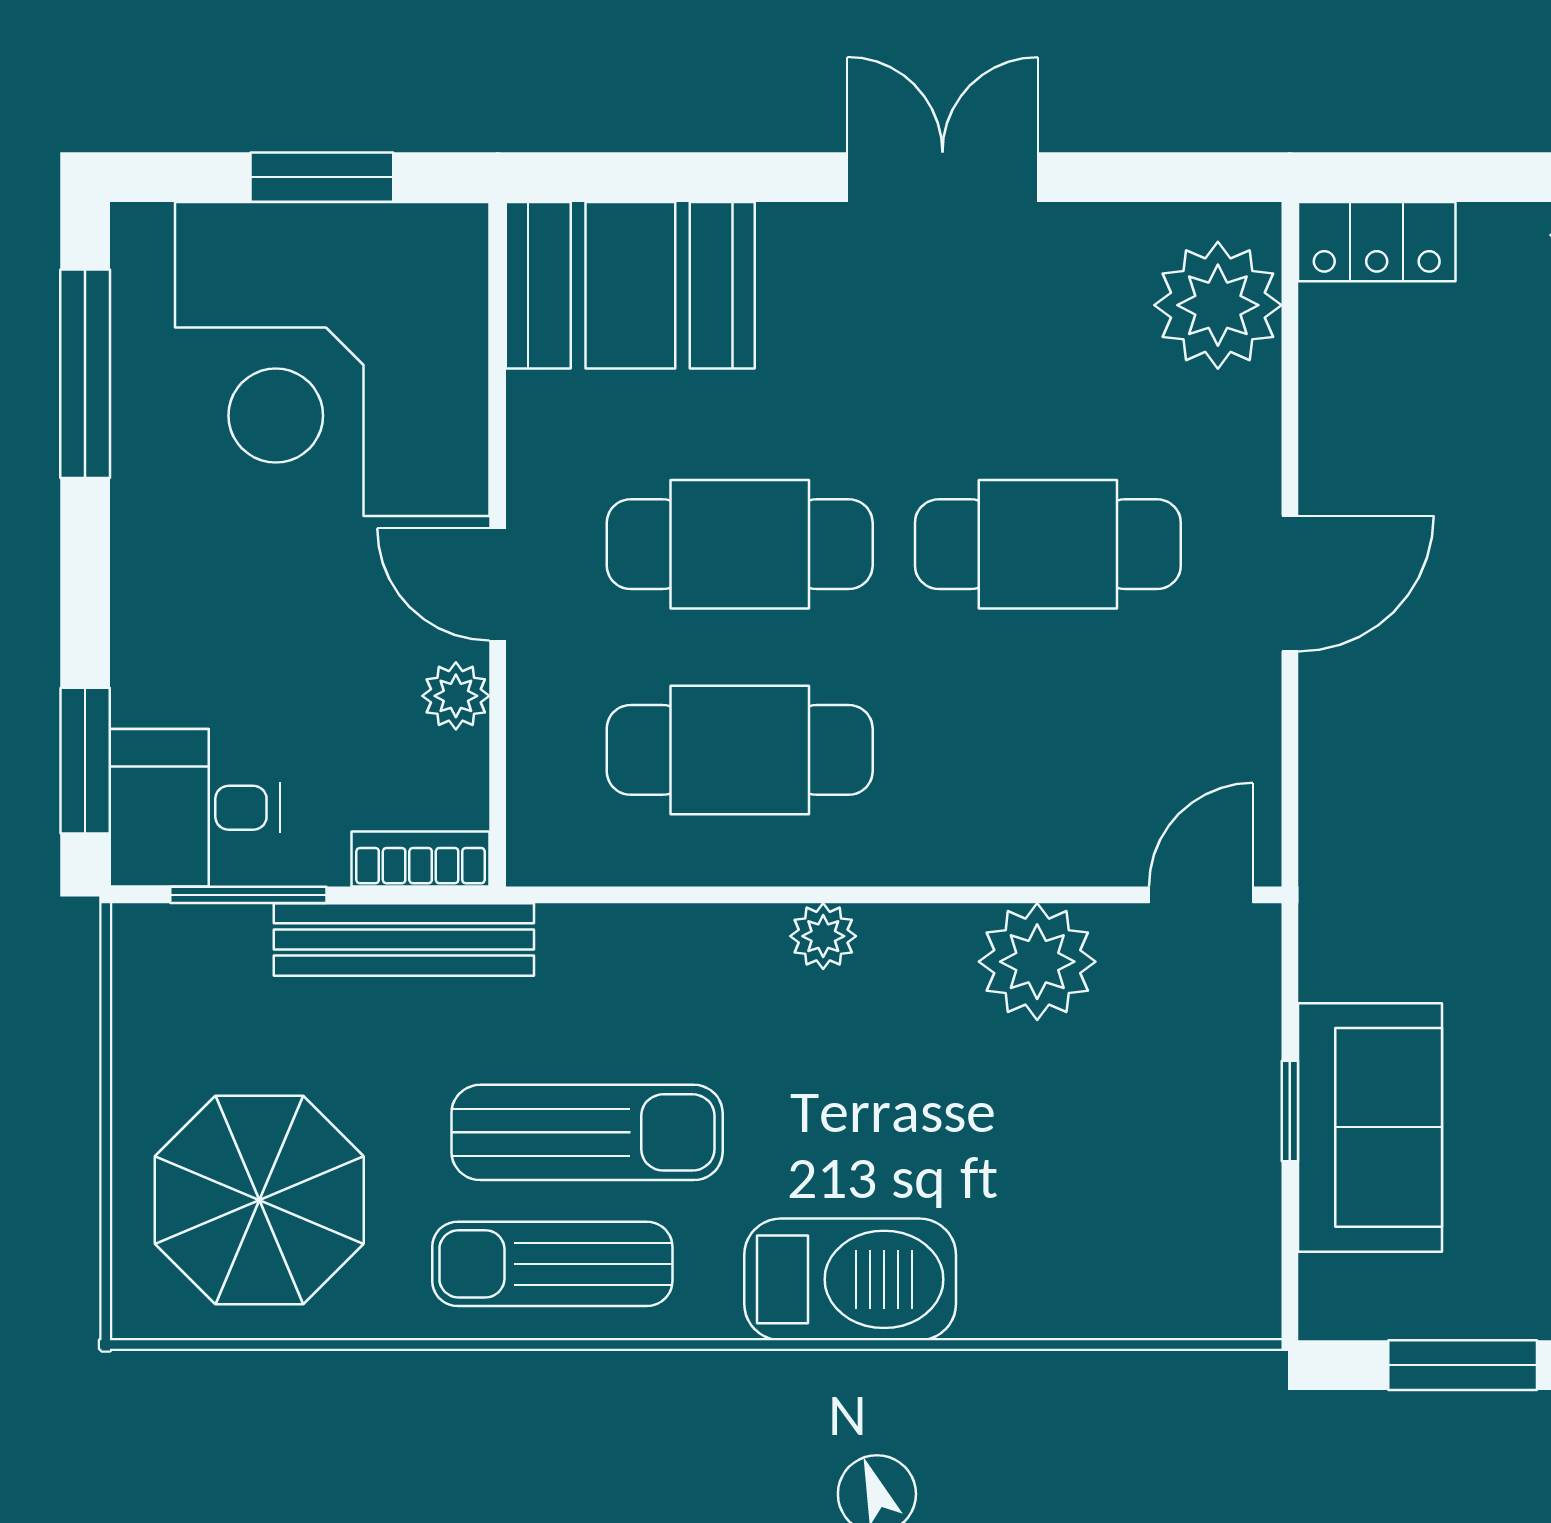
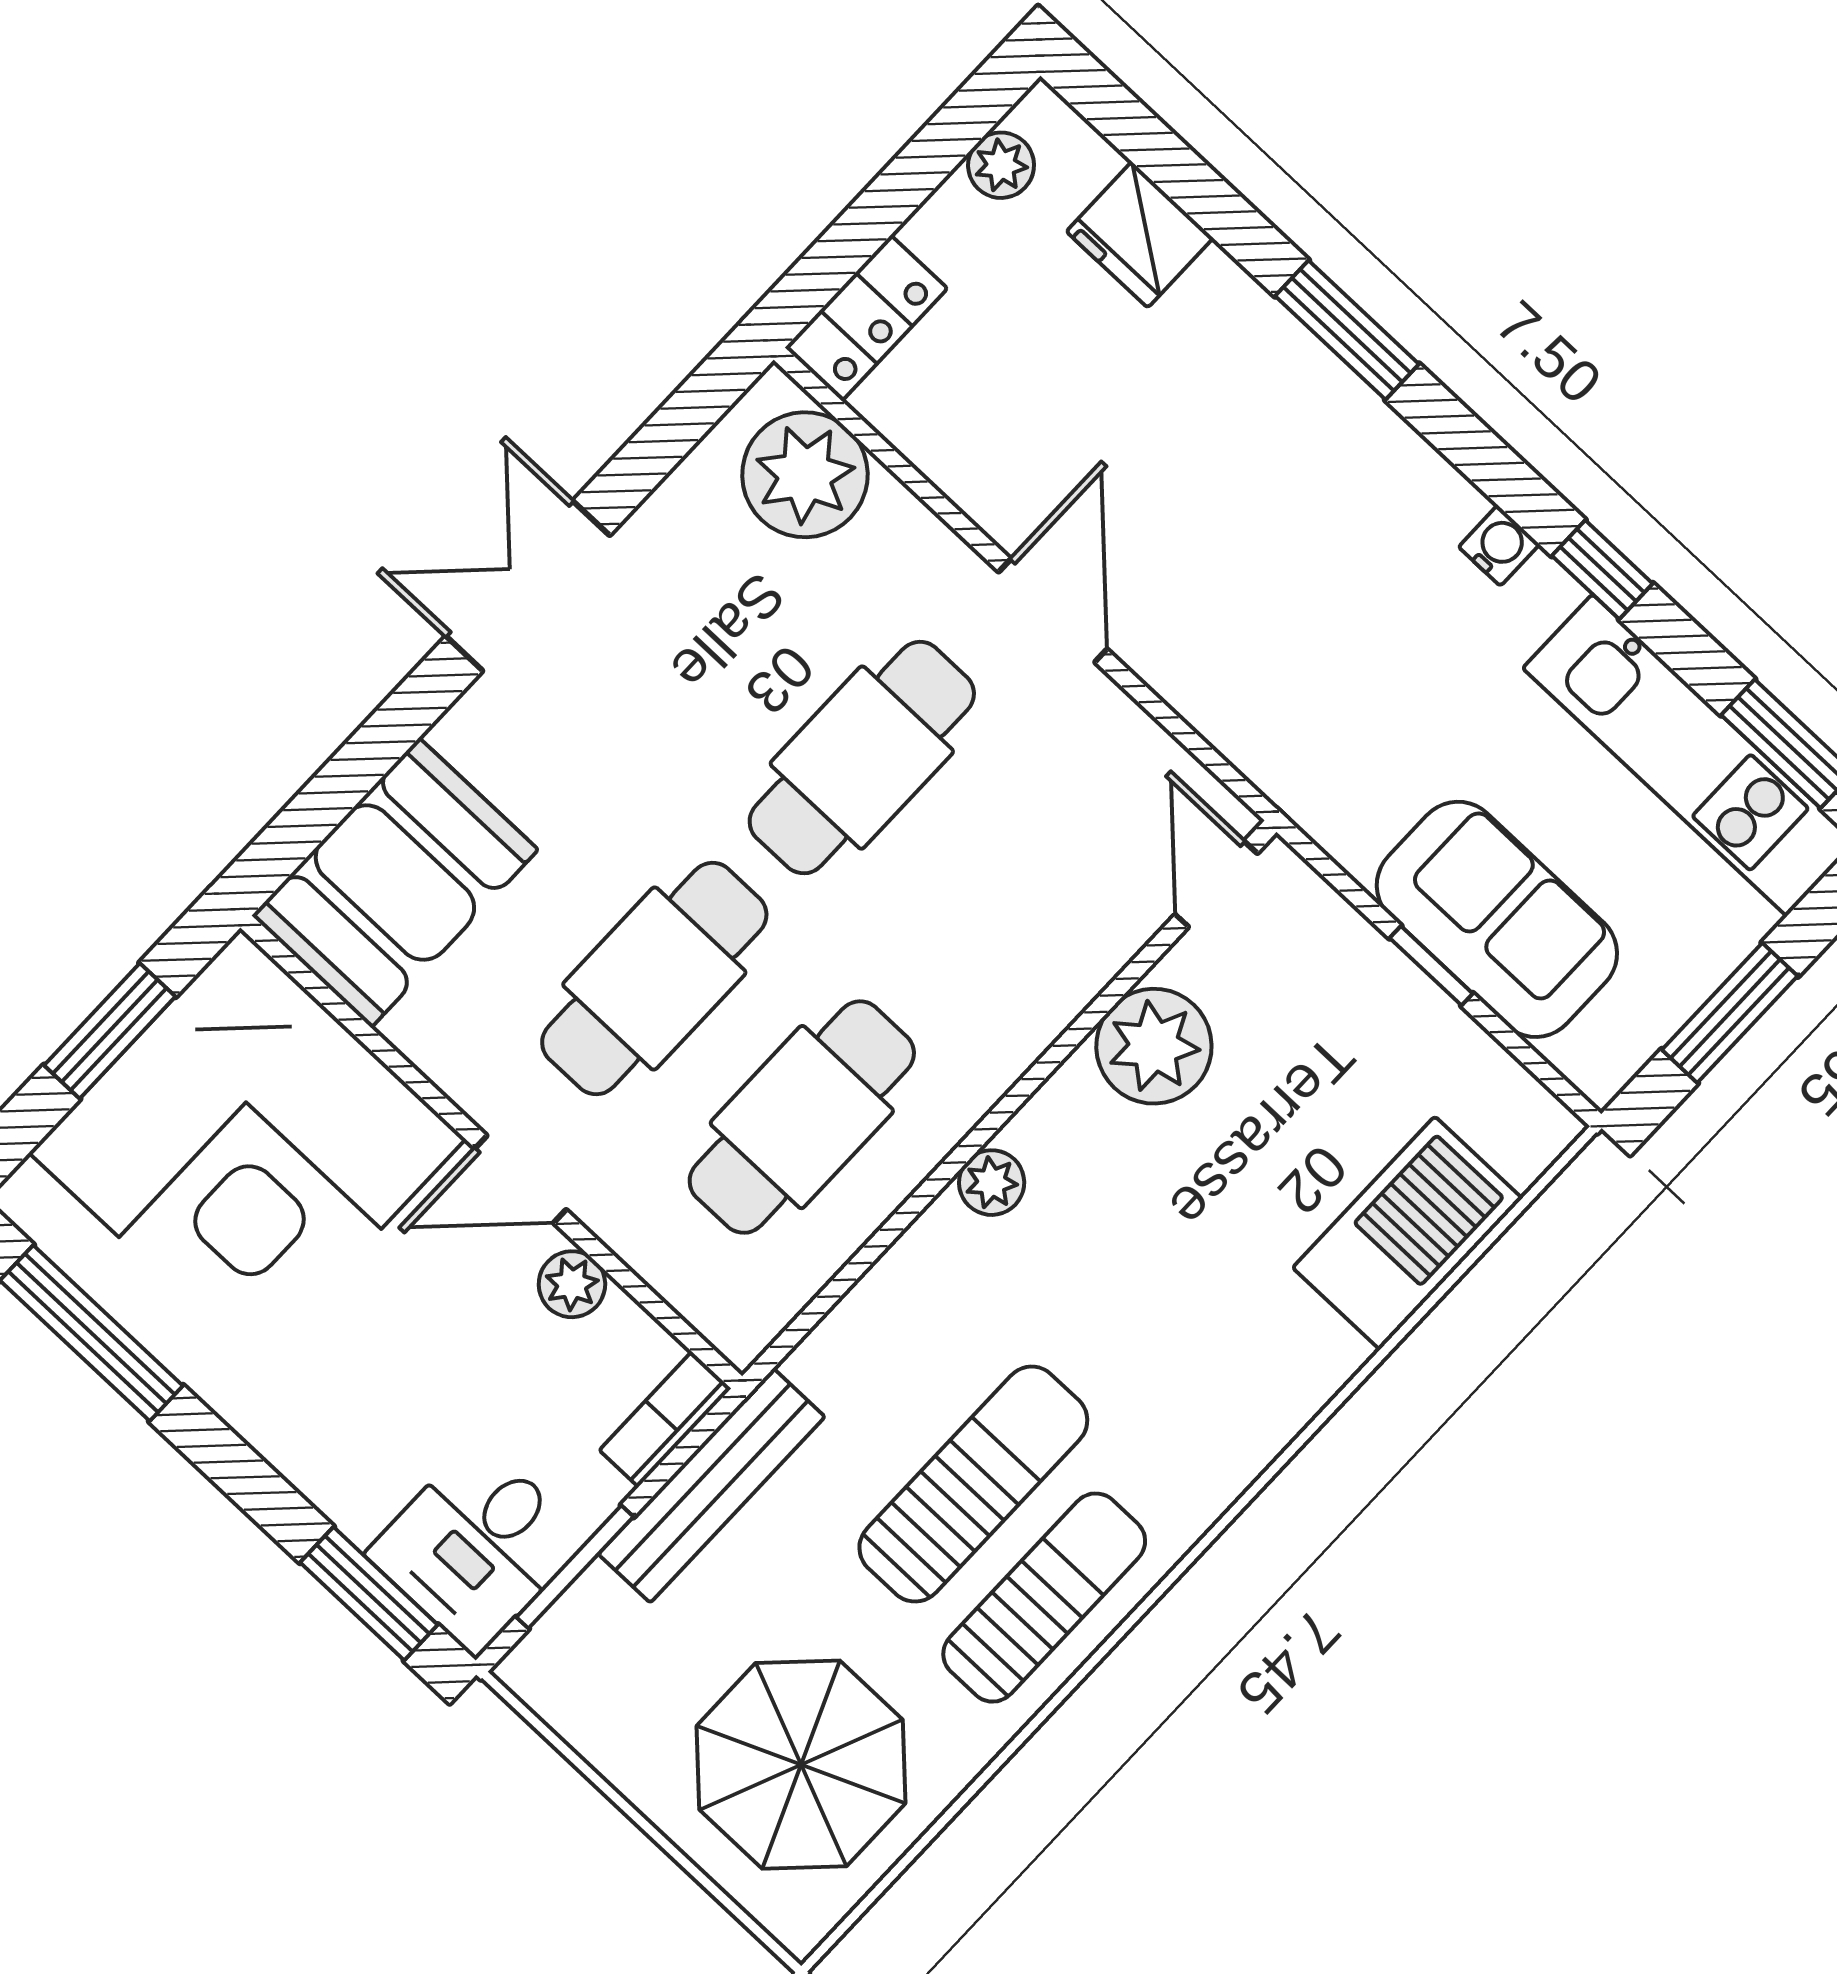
sun lounger: (552, 1264) -> (1044, 1598), turned 180
barbecue: (850, 1279) -> (1407, 1233), moved

